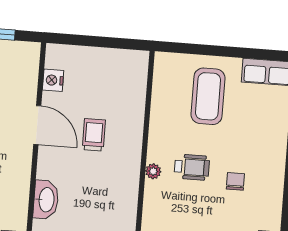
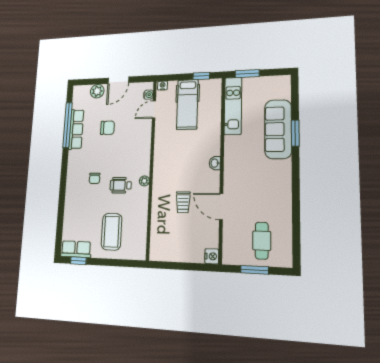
window: (263, 54) -> (78, 261), added
nightstand: (53, 80) -> (212, 256), moved
washbasin: (46, 200) -> (215, 163), width x0.52, depth x0.69

